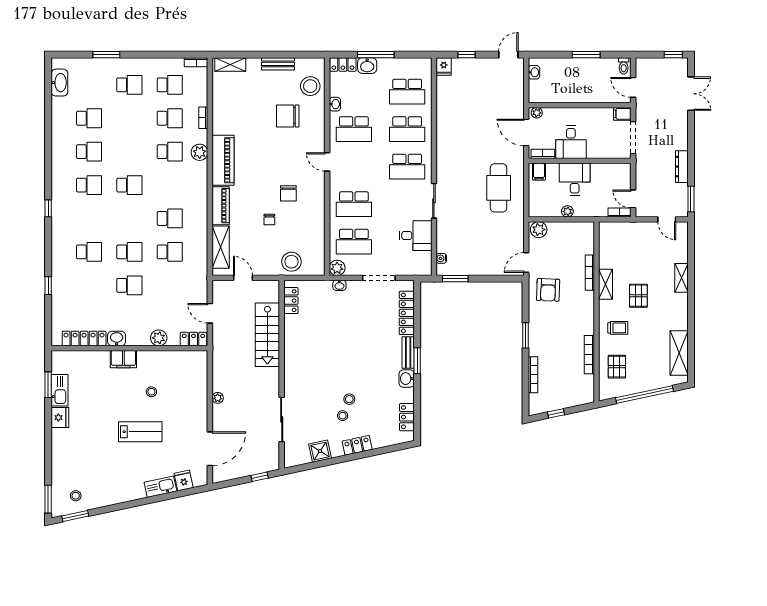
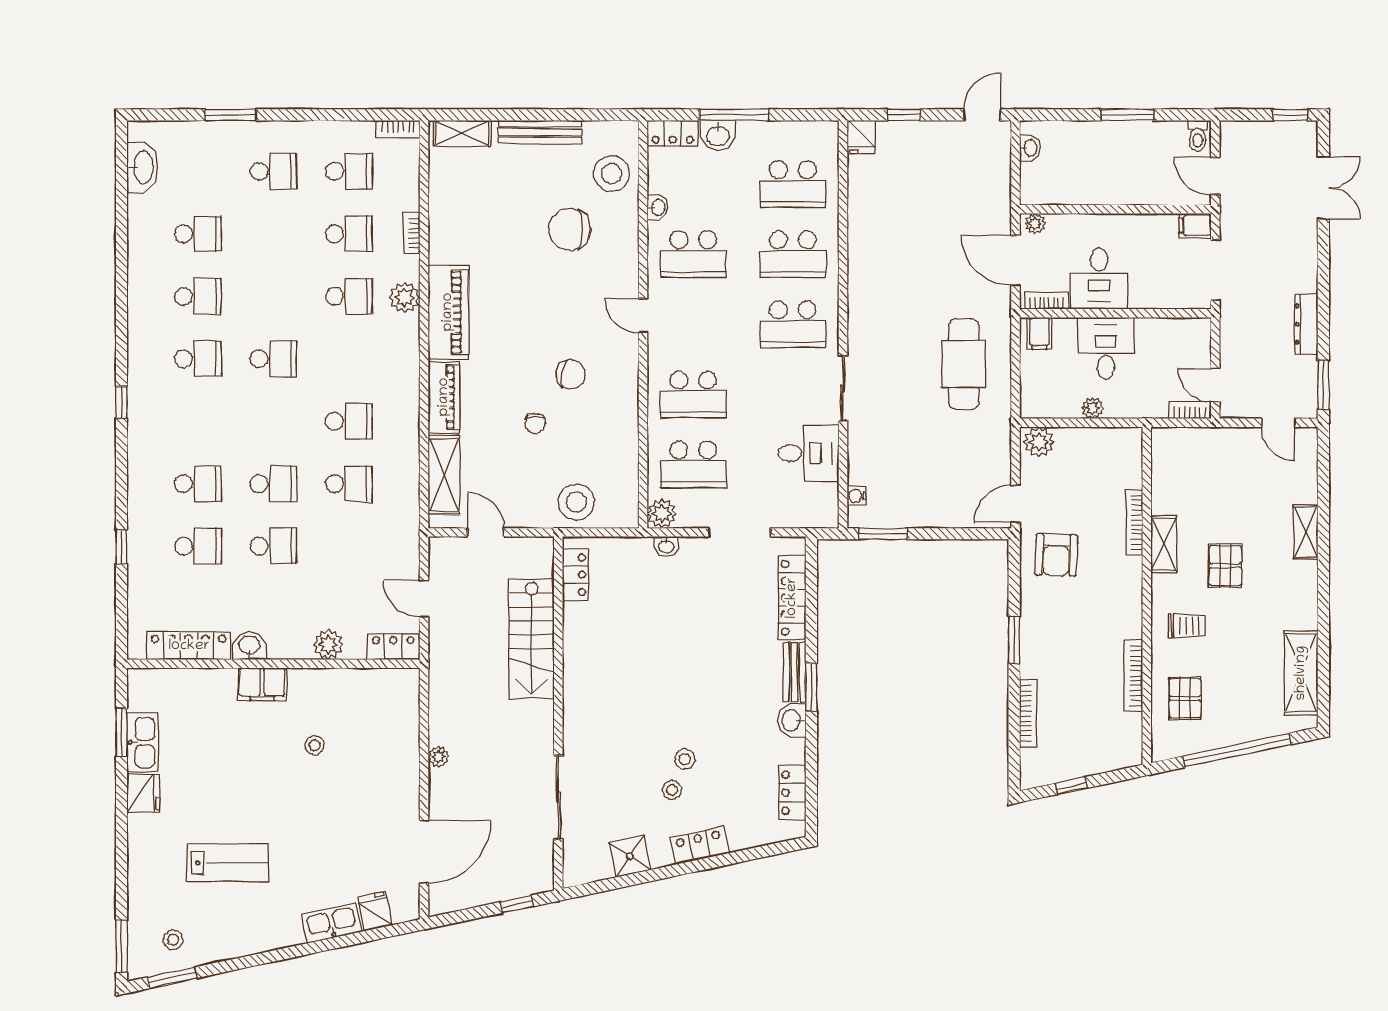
bench: (278, 64) -> (540, 132), width x1.36
chair: (288, 193) -> (571, 374), turned -82
school desk: (89, 285) -> (198, 546), added
lab bench: (140, 432) -> (228, 863), moved

